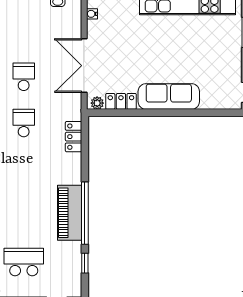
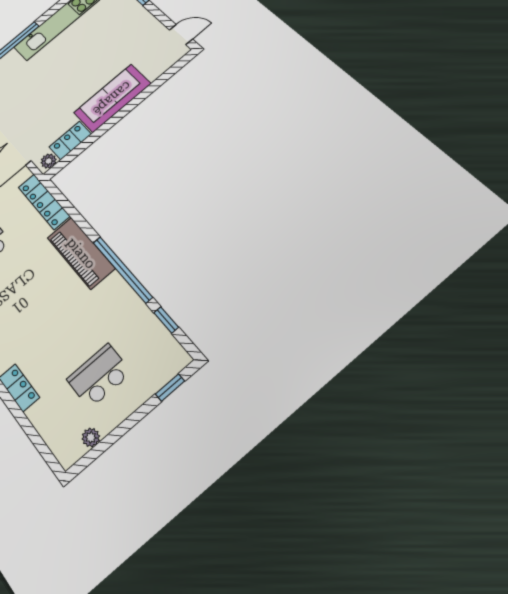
locker: (74, 137) -> (44, 202), width x1.53
piano: (70, 213) -> (81, 253), moved

